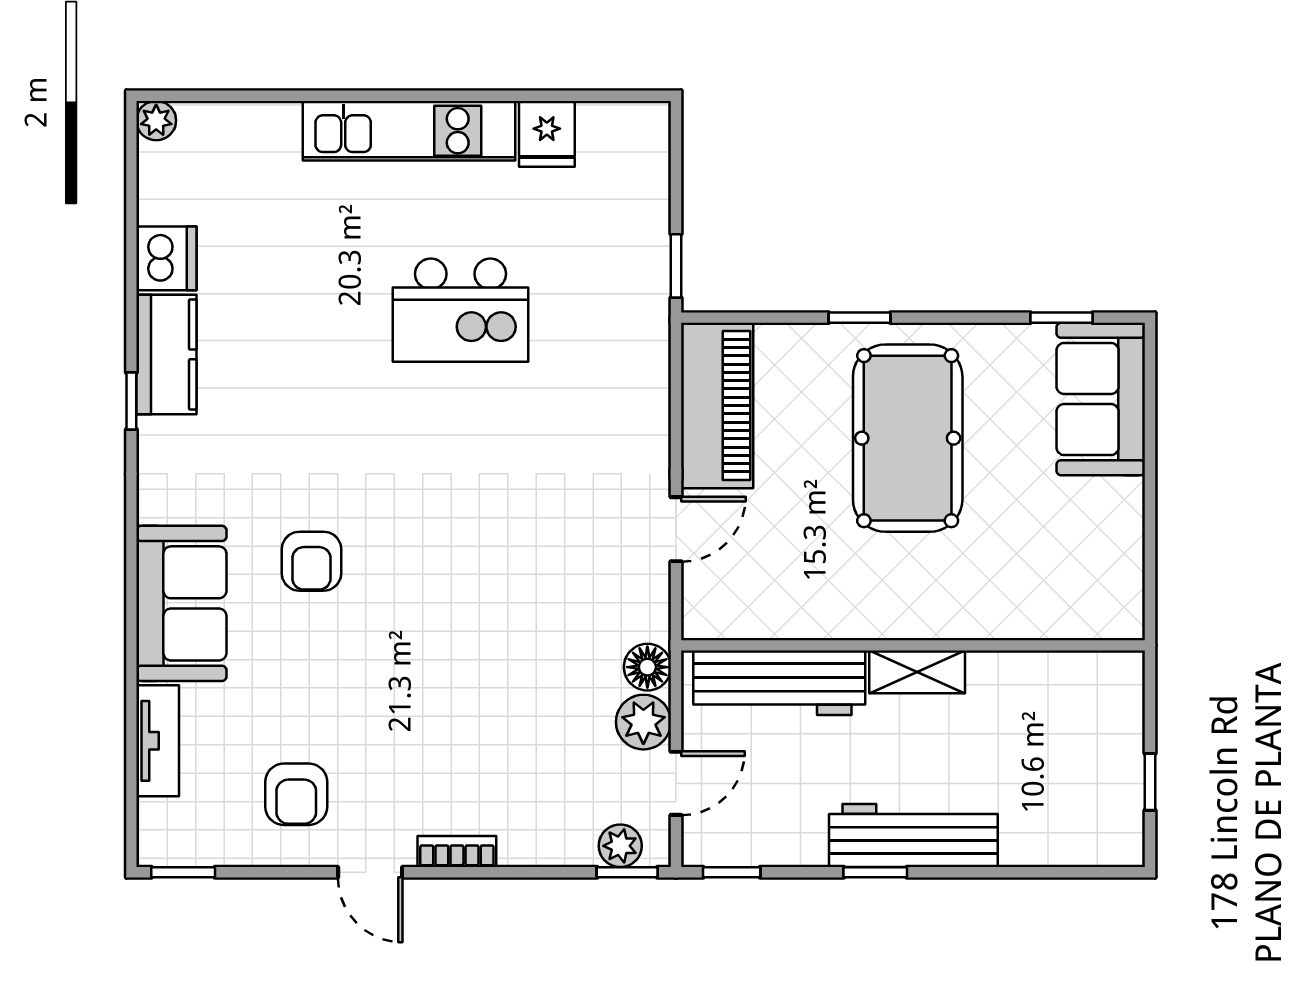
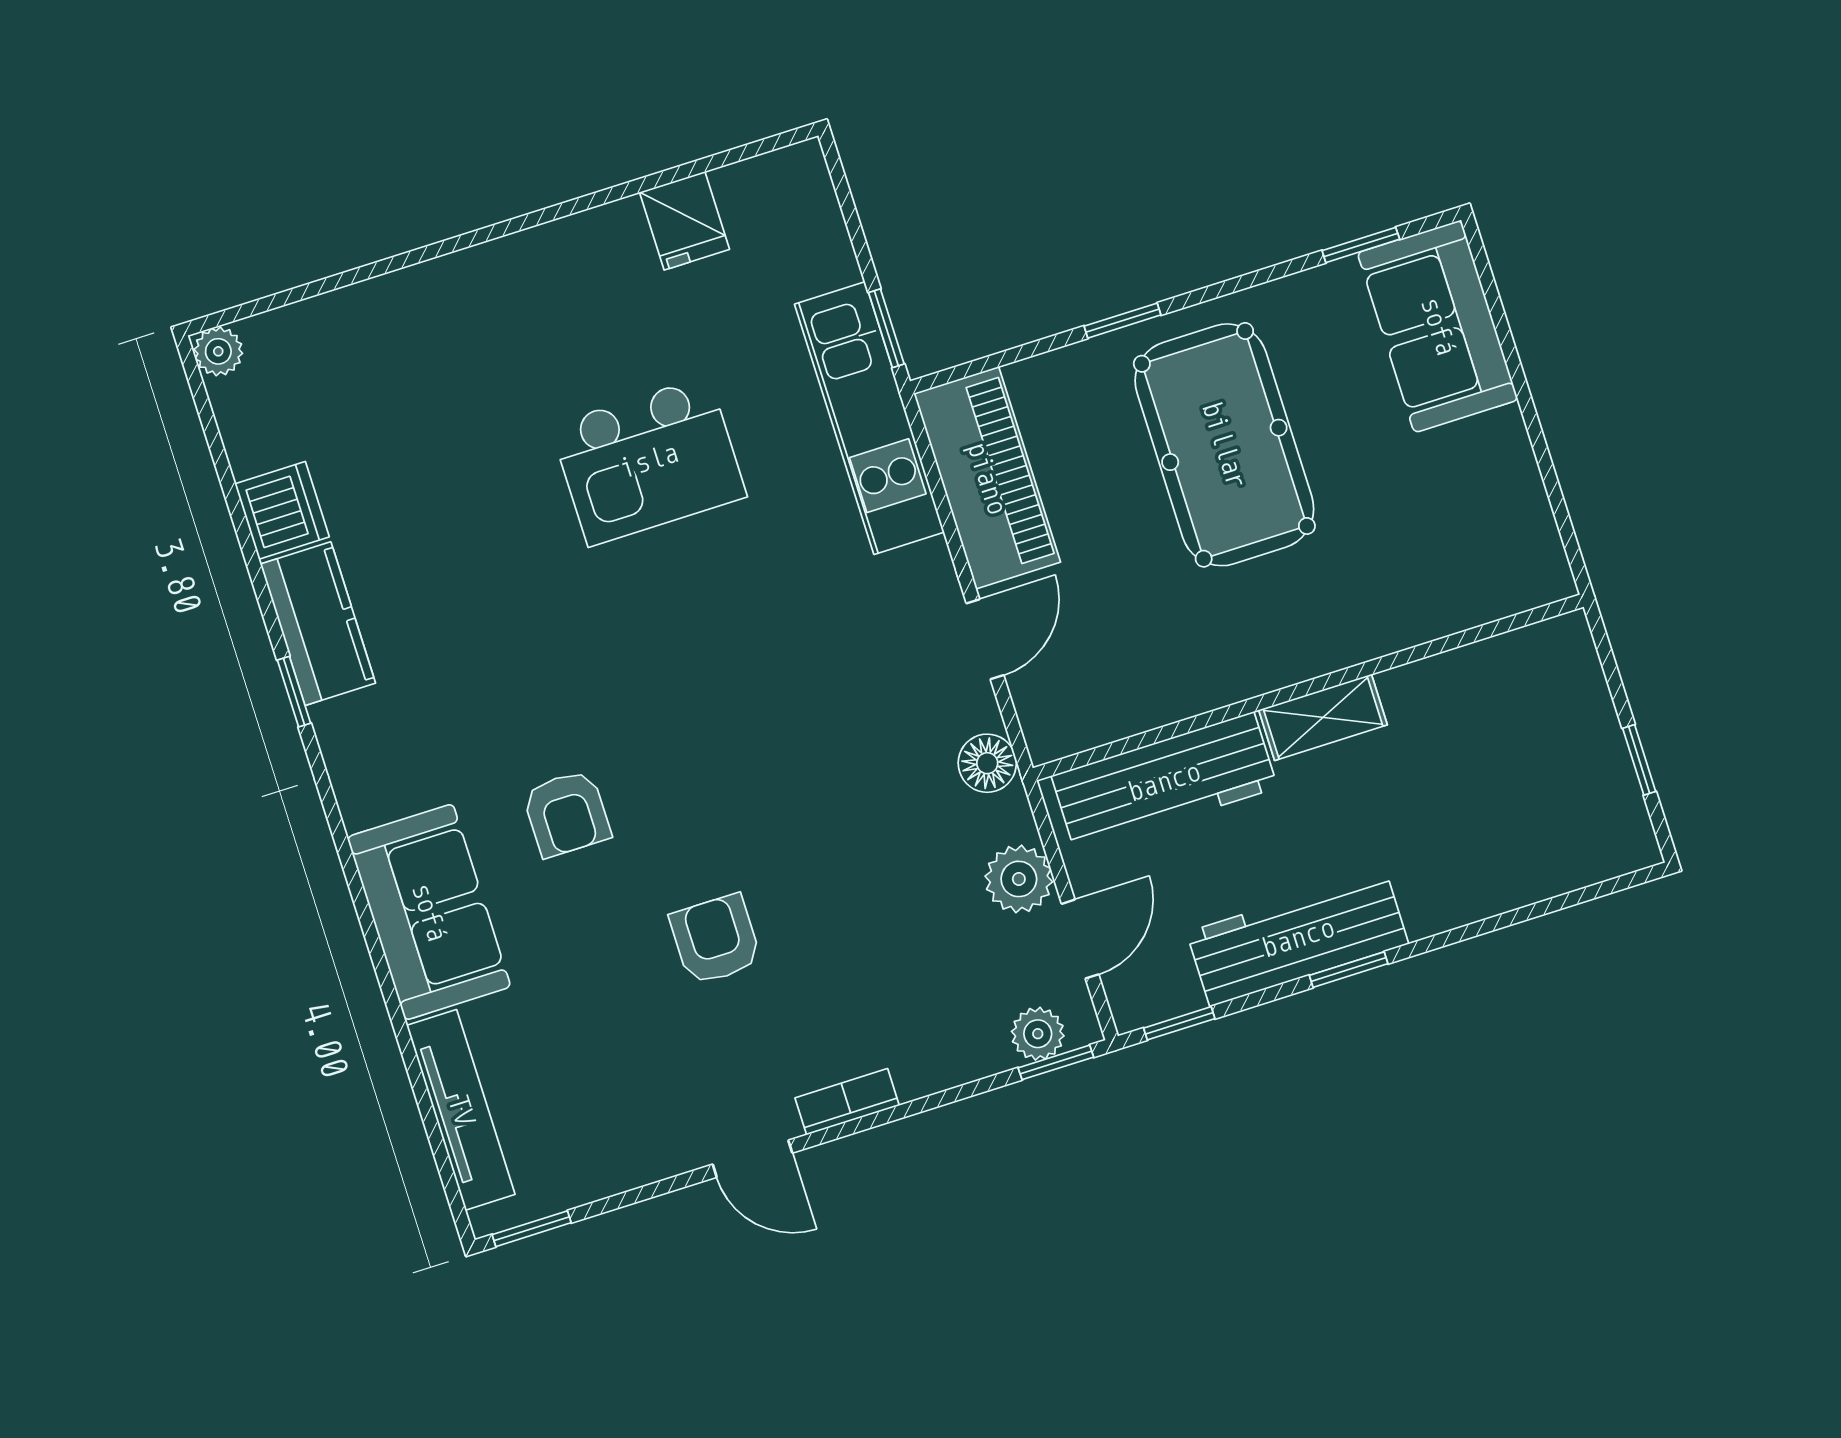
kitchen unit: (409, 131) -> (869, 418), moved, turned 90
floor lamp: (647, 667) -> (987, 763), moved
tv unit: (158, 741) -> (461, 1110), width x1.41
armchair: (296, 794) -> (715, 939), moved, turned 180
workbench: (913, 836) -> (1298, 938), moved

